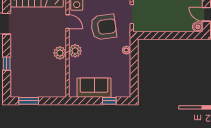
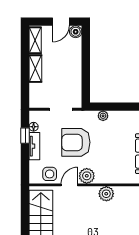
armchair: (104, 27) -> (76, 142), turned -82
plant: (75, 51) -> (87, 176), moved

